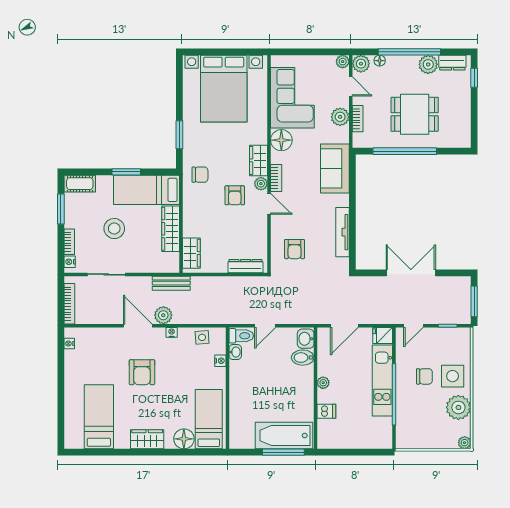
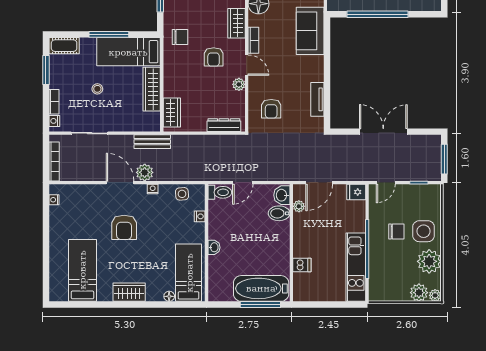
window: (126, 172) -> (109, 34), width x1.44
plant: (261, 184) -> (239, 84), moved
stool: (114, 229) -> (97, 89), width x0.53, depth x0.53
tv unit: (342, 232) -> (317, 99), width x0.71
washbasin: (235, 352) -> (214, 247), moved
kitchen unit: (382, 380) -> (356, 267), moved
plant: (323, 383) -> (299, 206), moved
floor lamp: (184, 439) -> (169, 296), width x0.53, depth x0.53
plant: (448, 440) -> (419, 293), added

